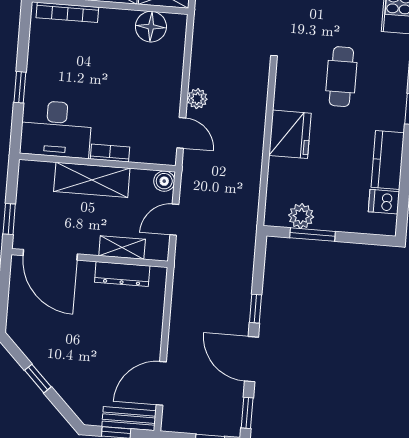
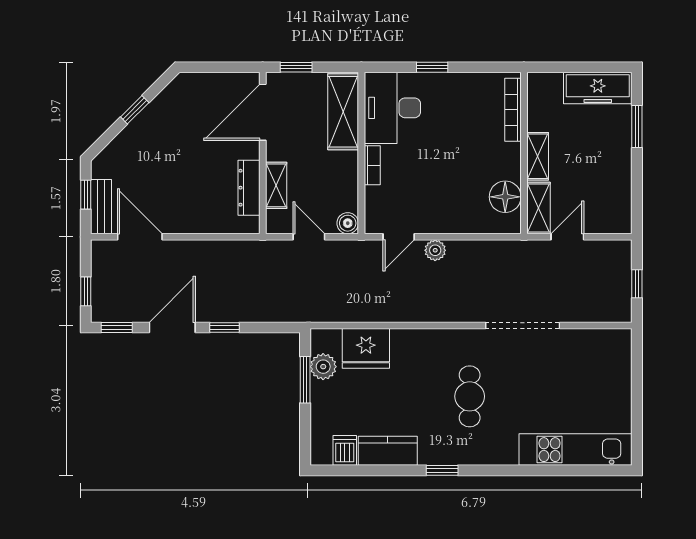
cafe table: (341, 77) -> (470, 396), turned 90
fridge: (290, 134) -> (366, 348), moved
shelving: (92, 180) -> (343, 112), moved

